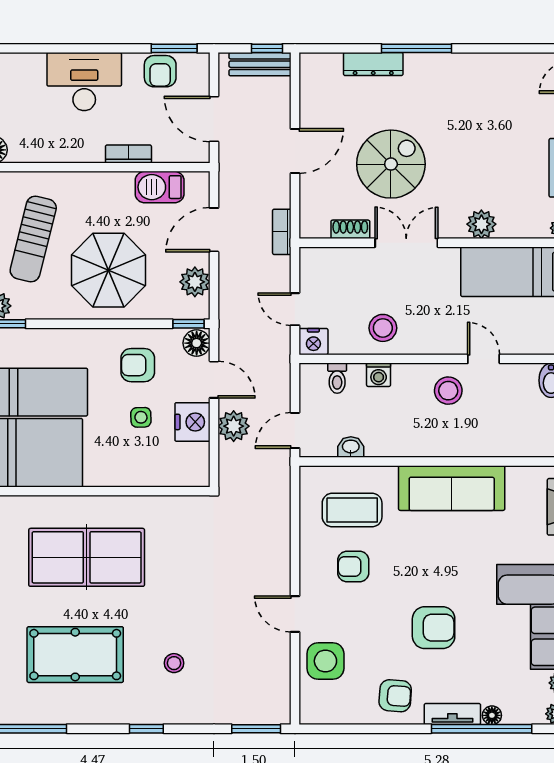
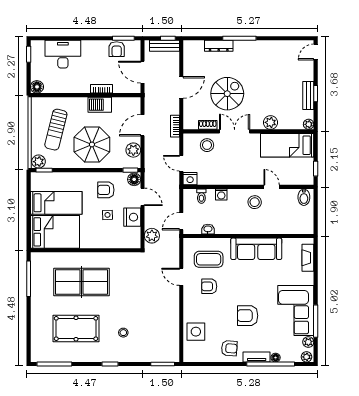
desk: (84, 82) -> (63, 54), moved
barbecue: (160, 187) -> (100, 105), moved
stool: (383, 328) -> (207, 145), moved
plant: (234, 426) -> (152, 236), moved
door: (295, 614) -> (181, 277), moved
armchair: (434, 628) -> (248, 316), turned 180

